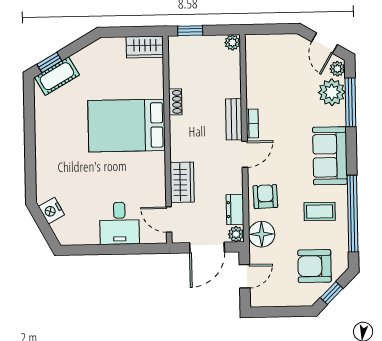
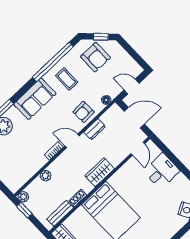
window: (190, 31) -> (24, 210), moved
bench: (234, 119) -> (60, 213), moved
wardrobe: (182, 182) -> (100, 172), moved
dresser: (235, 210) -> (95, 129), moved
plant: (236, 234) -> (46, 176), moved
floor lamp: (262, 234) -> (106, 100), width x0.53, depth x0.53

